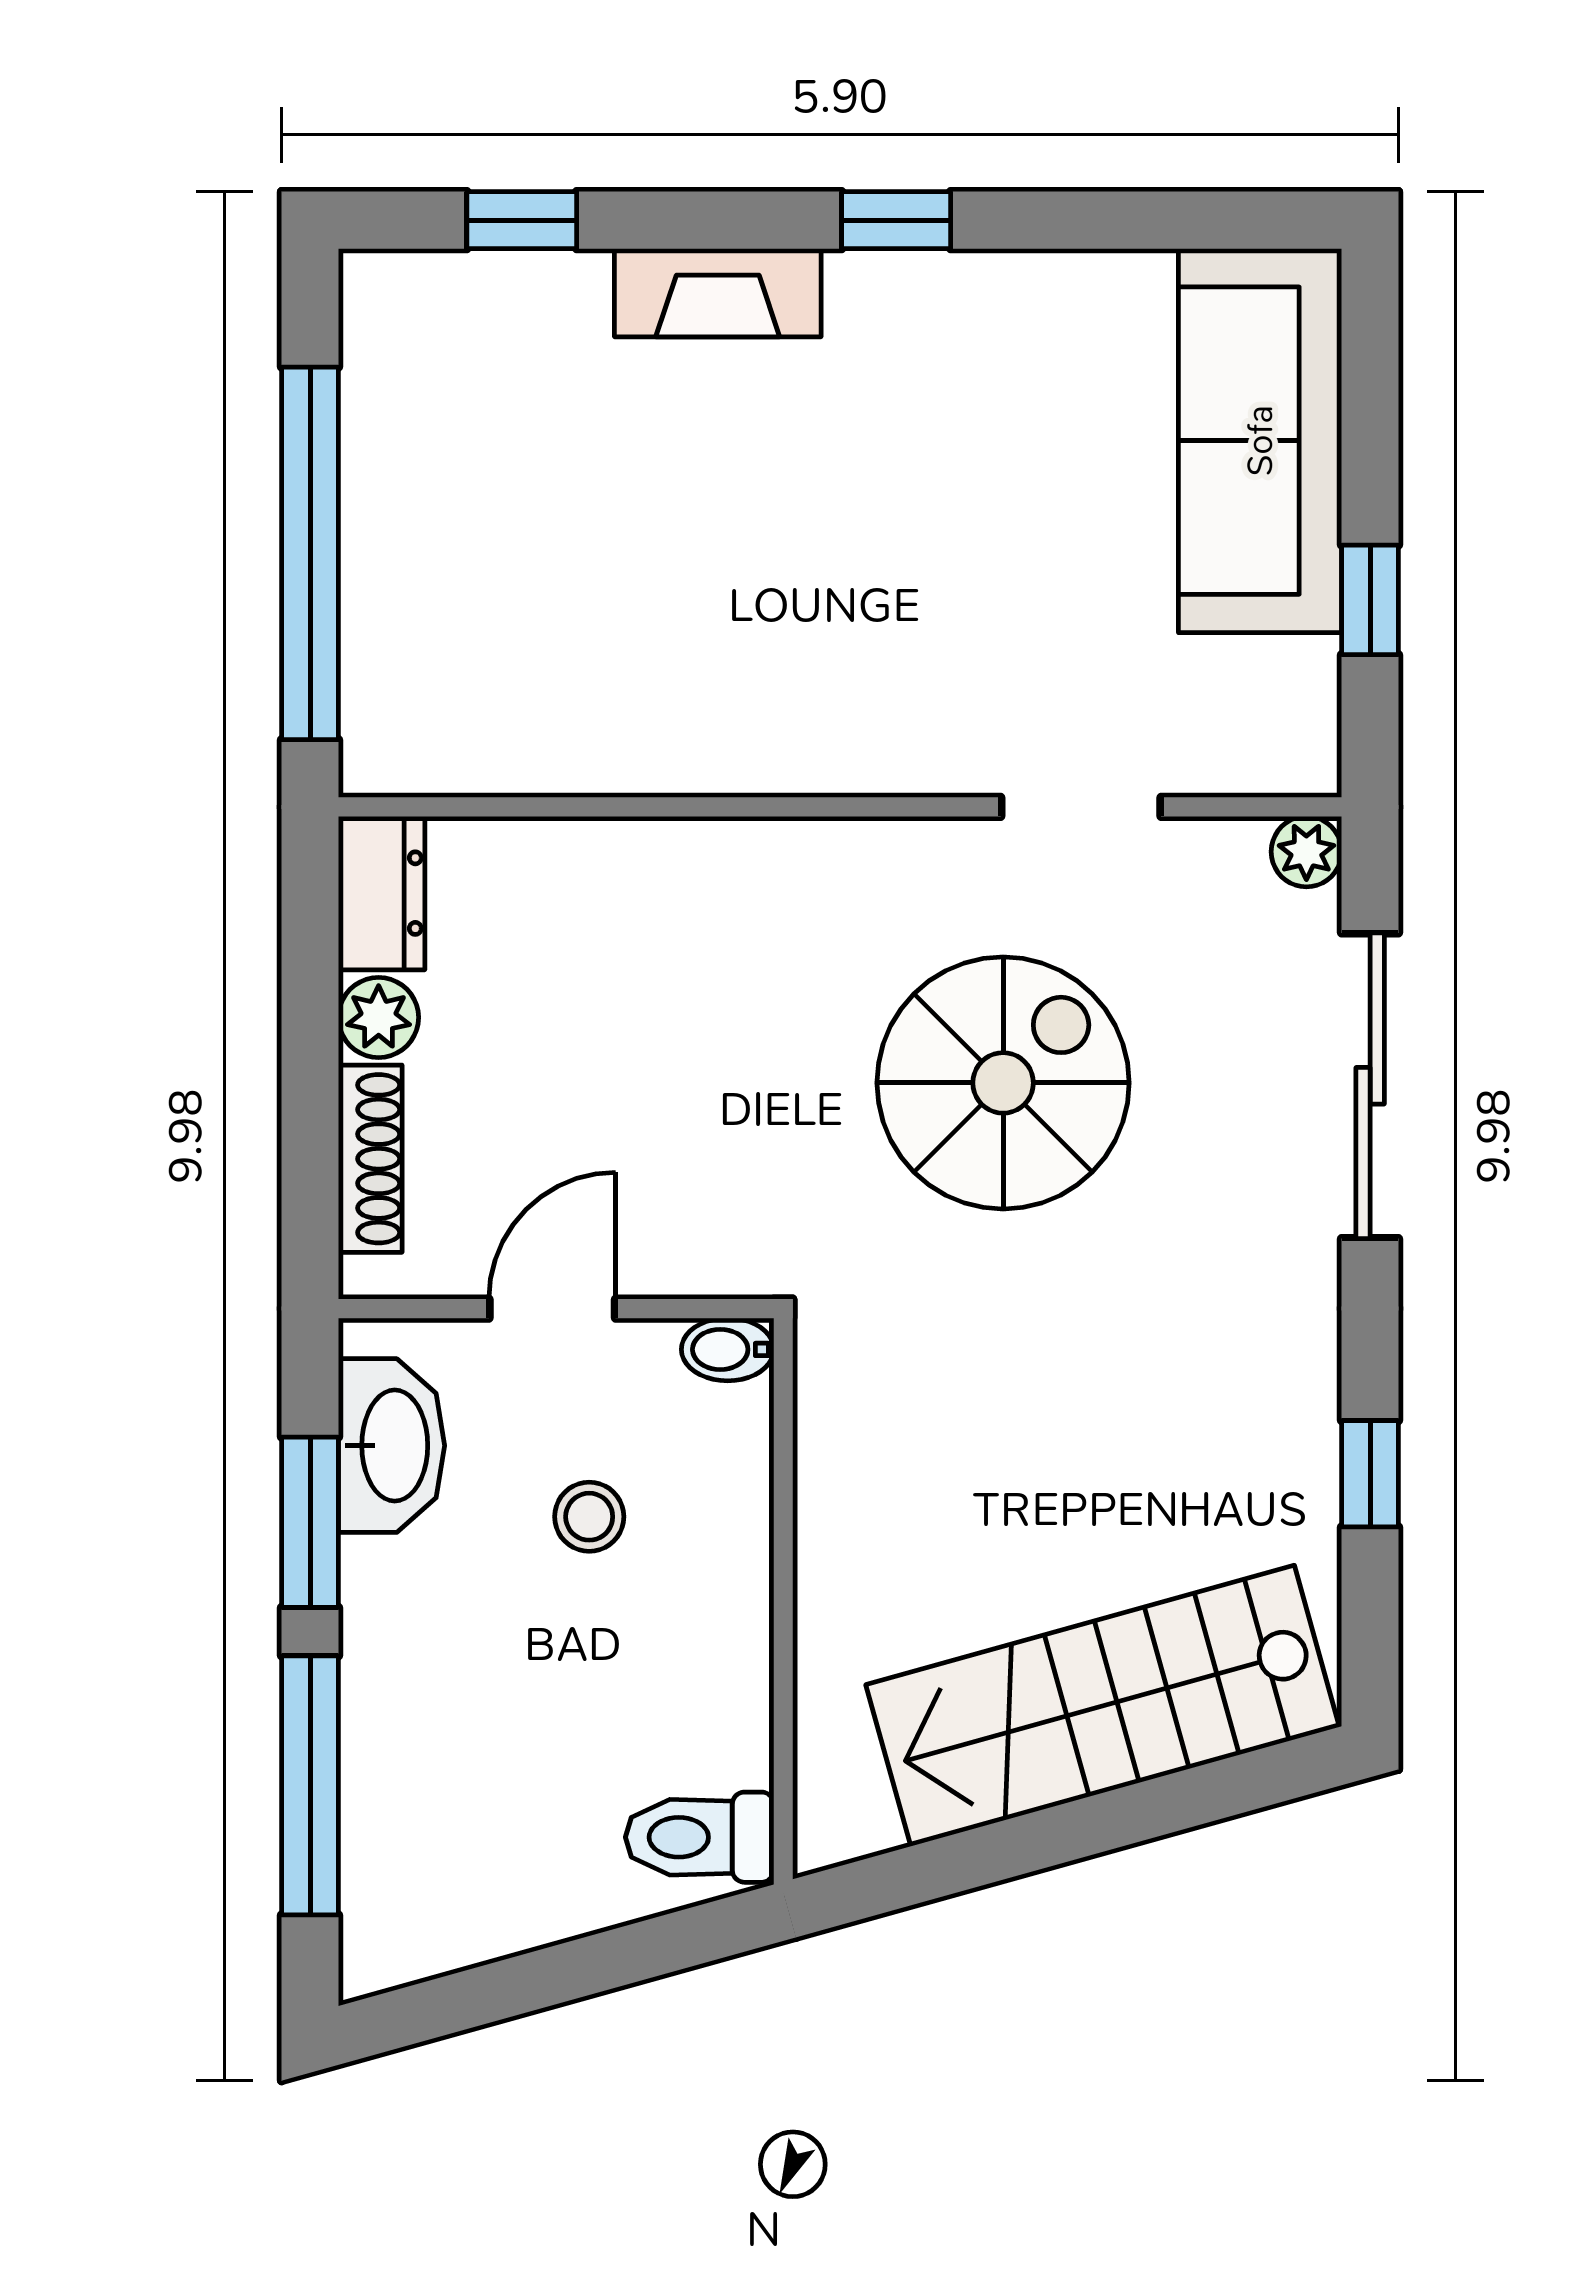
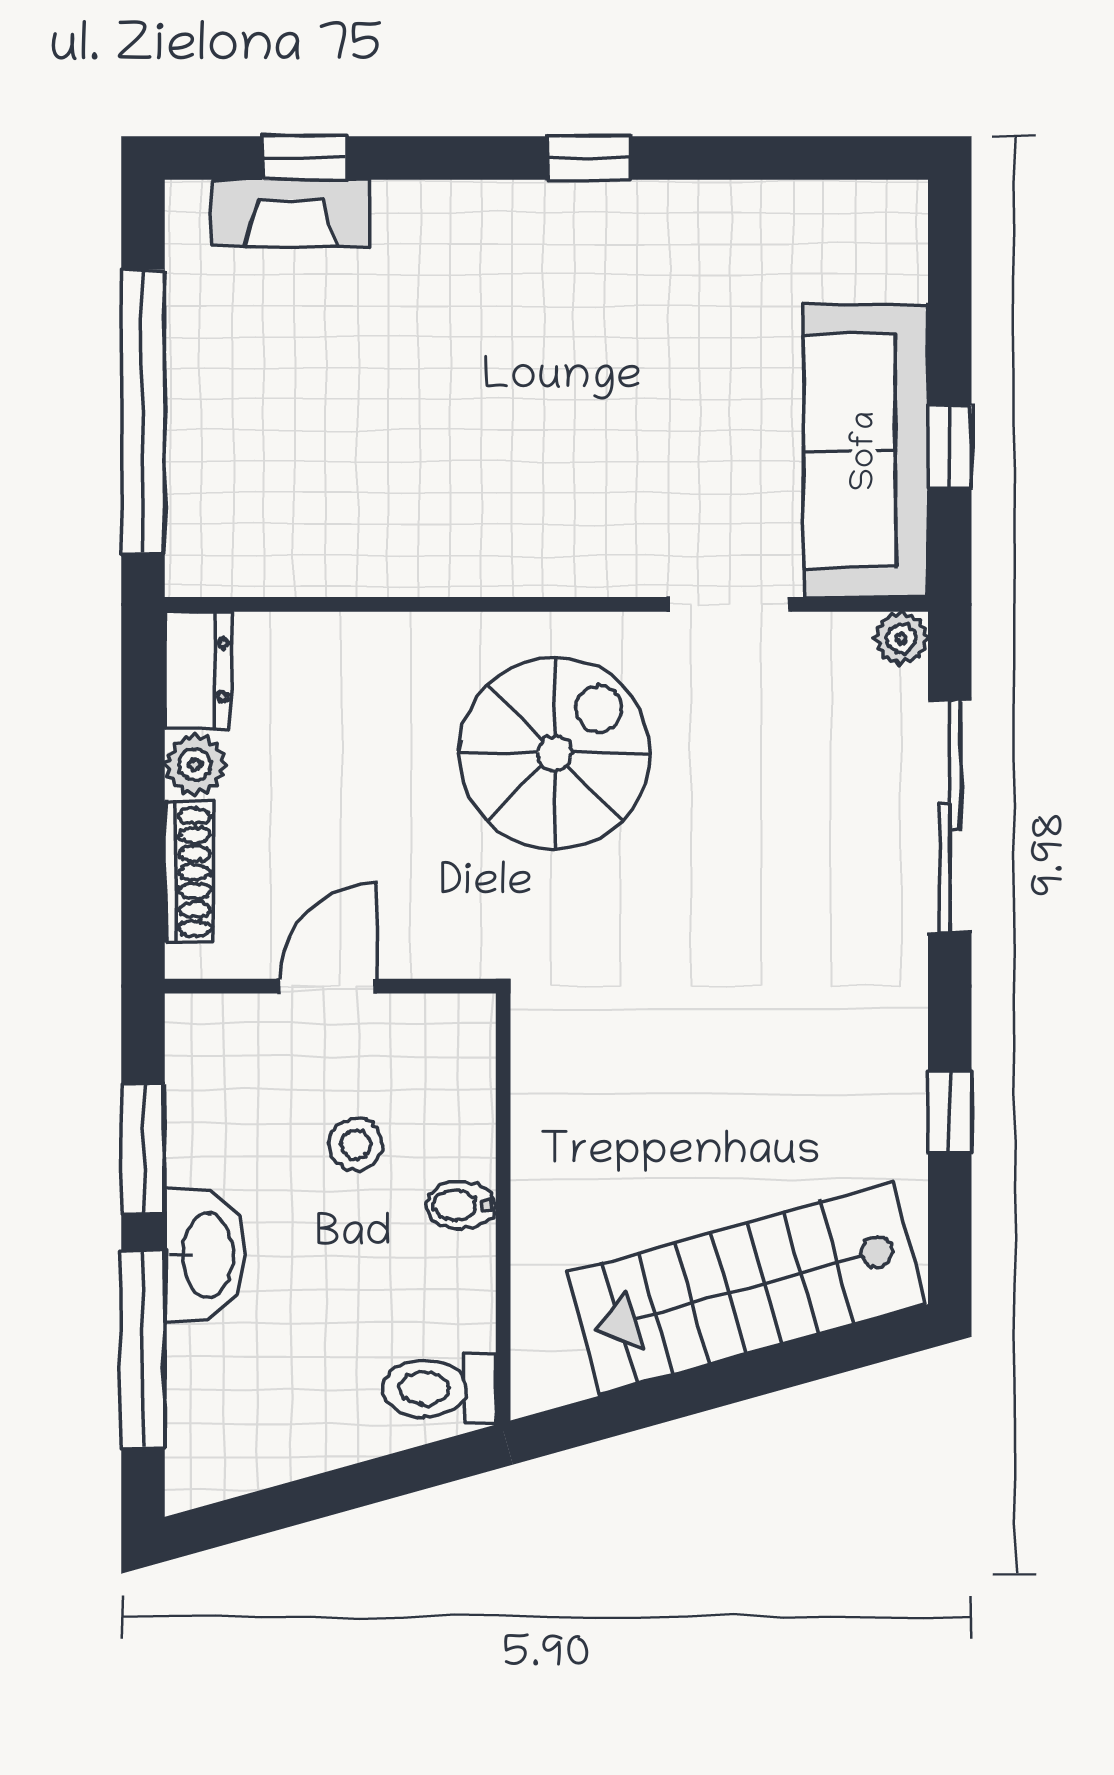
fireplace: (718, 293) -> (290, 213), moved
sofa: (1260, 441) -> (866, 451), moved
spiral stairs: (1003, 1083) -> (555, 753), moved
bidet: (728, 1349) -> (461, 1205), moved
washbasin: (392, 1446) -> (205, 1255), moved

